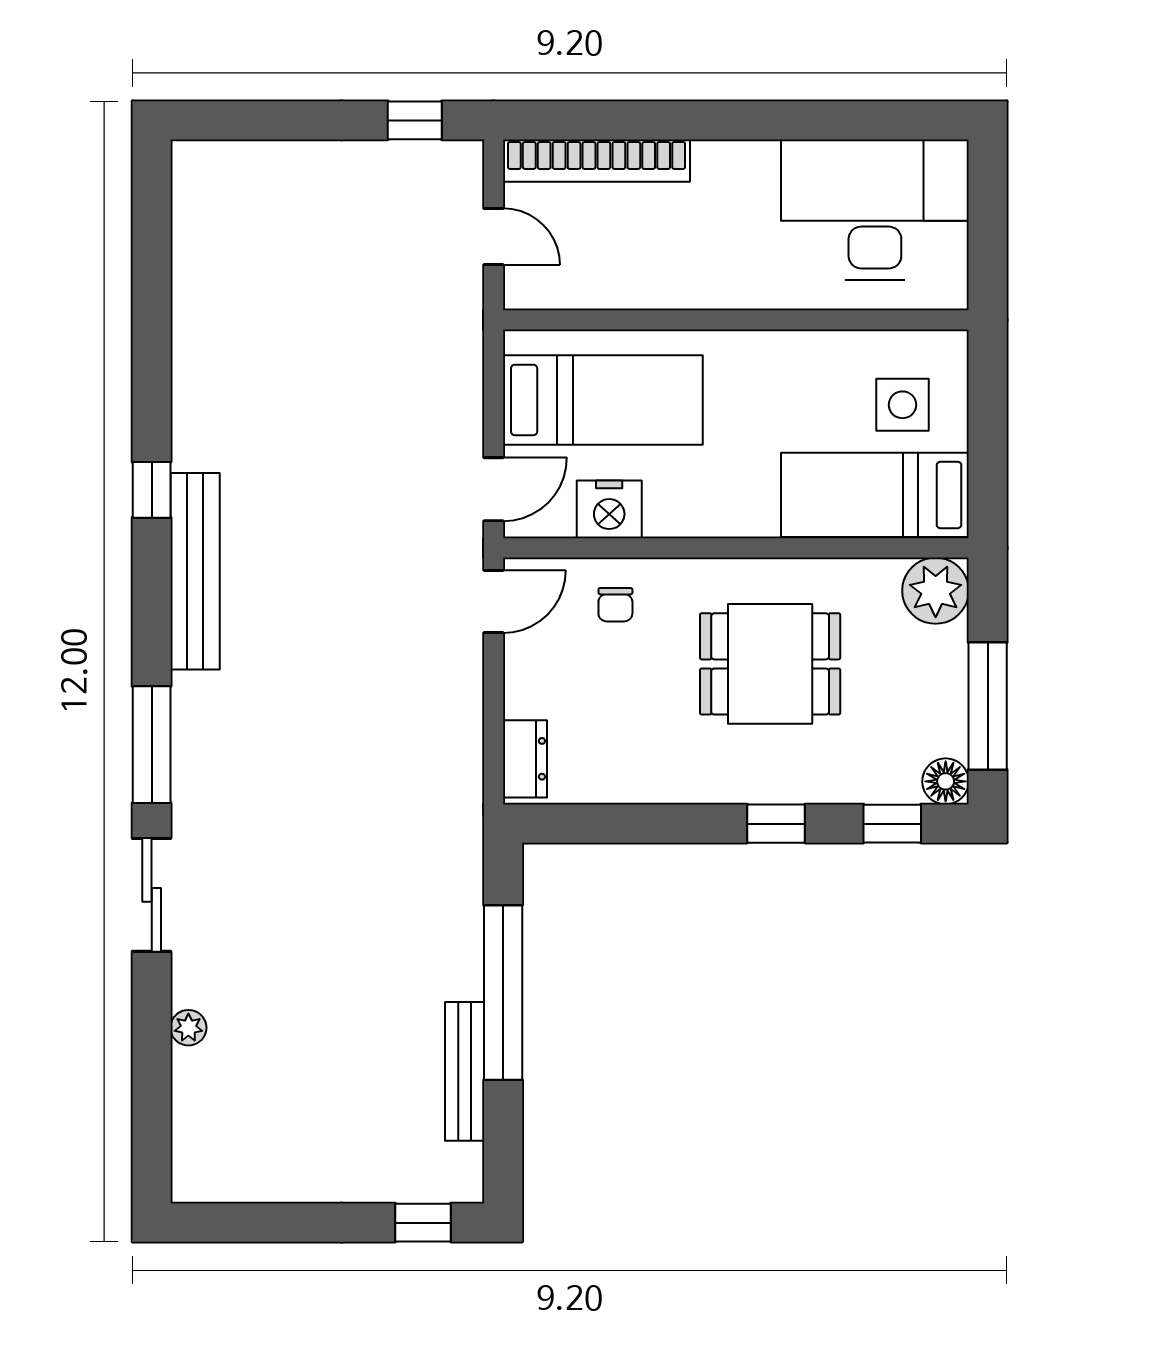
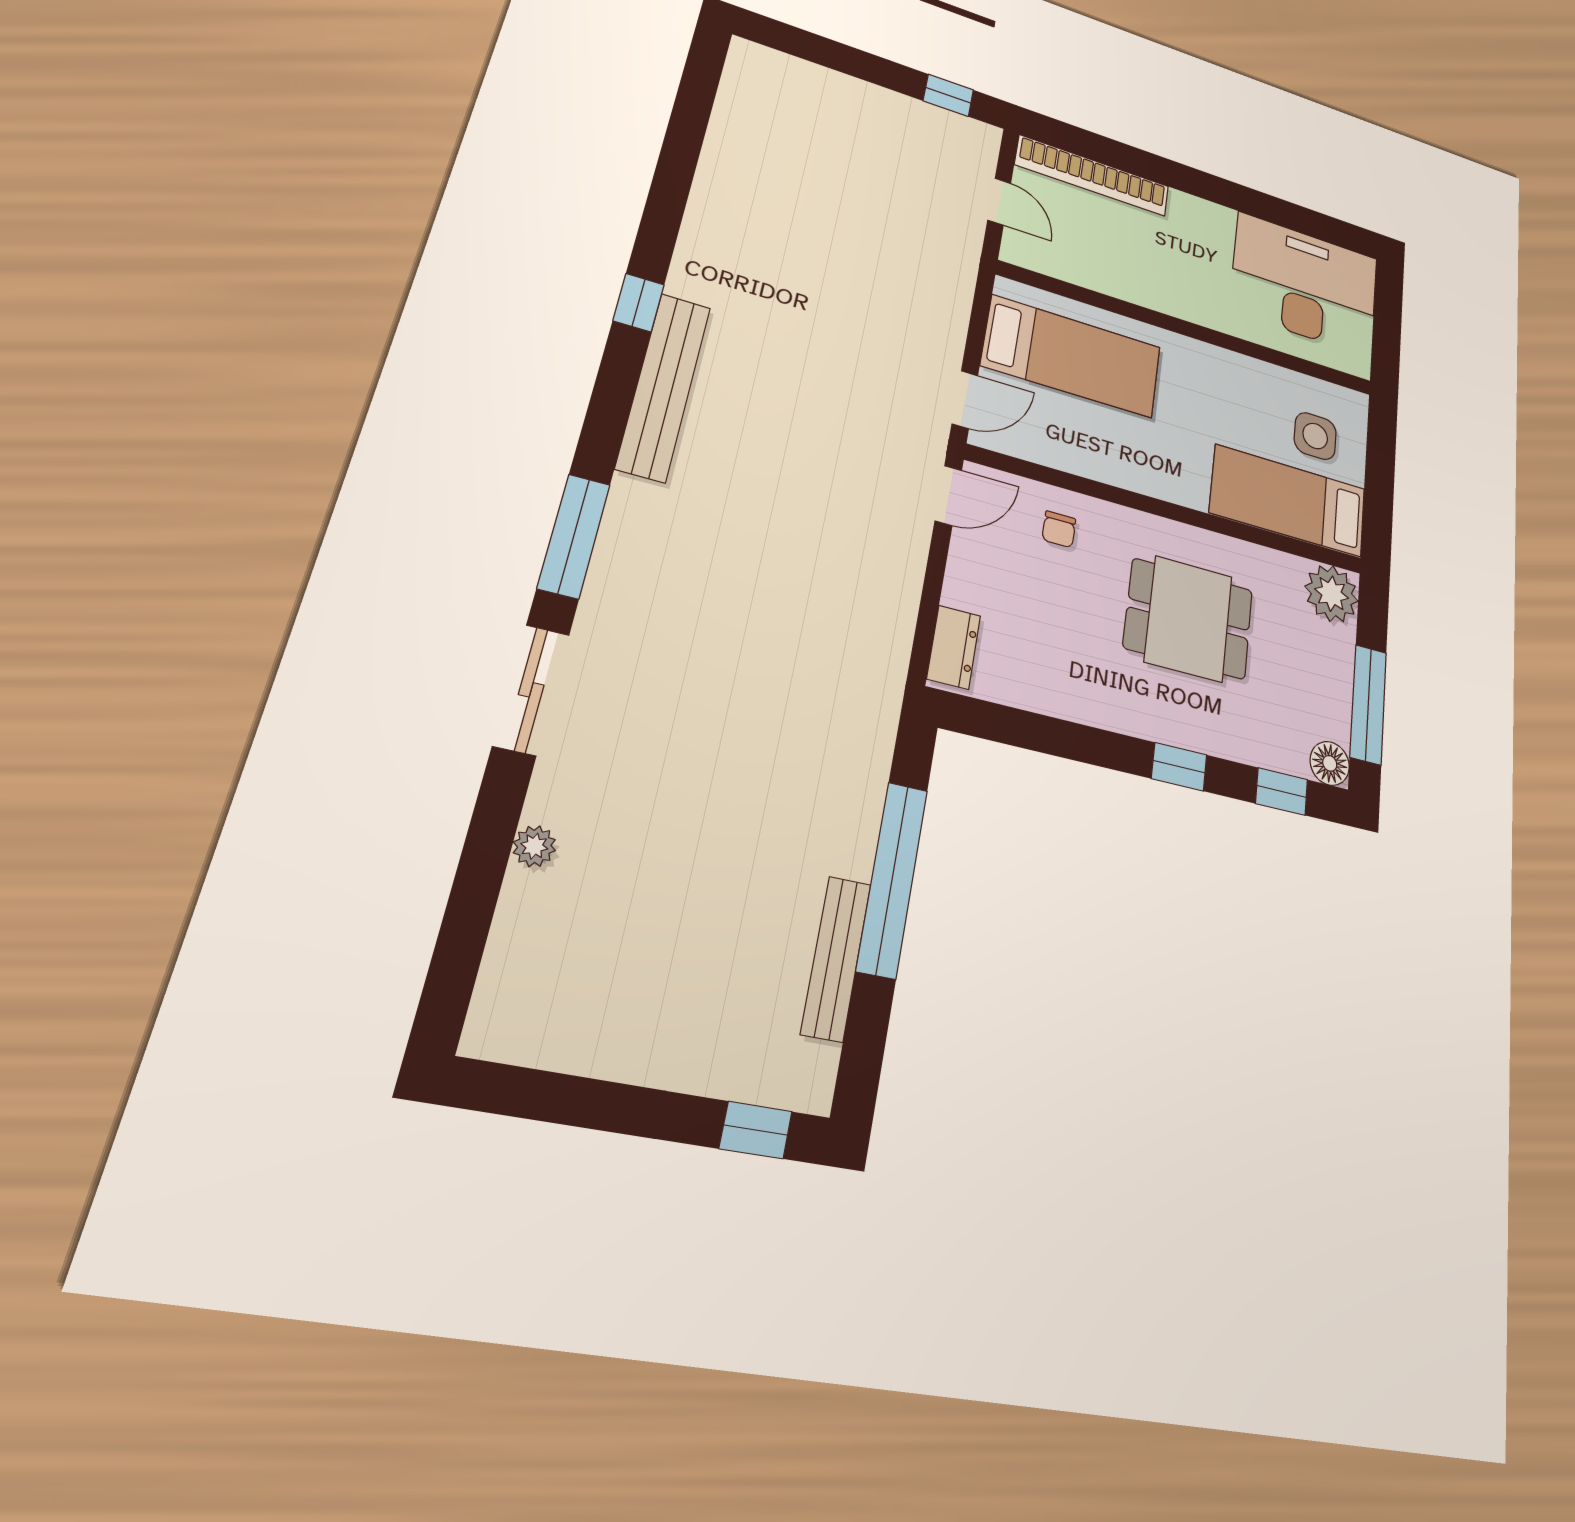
nightstand: (609, 509) -> (1065, 447), removed

